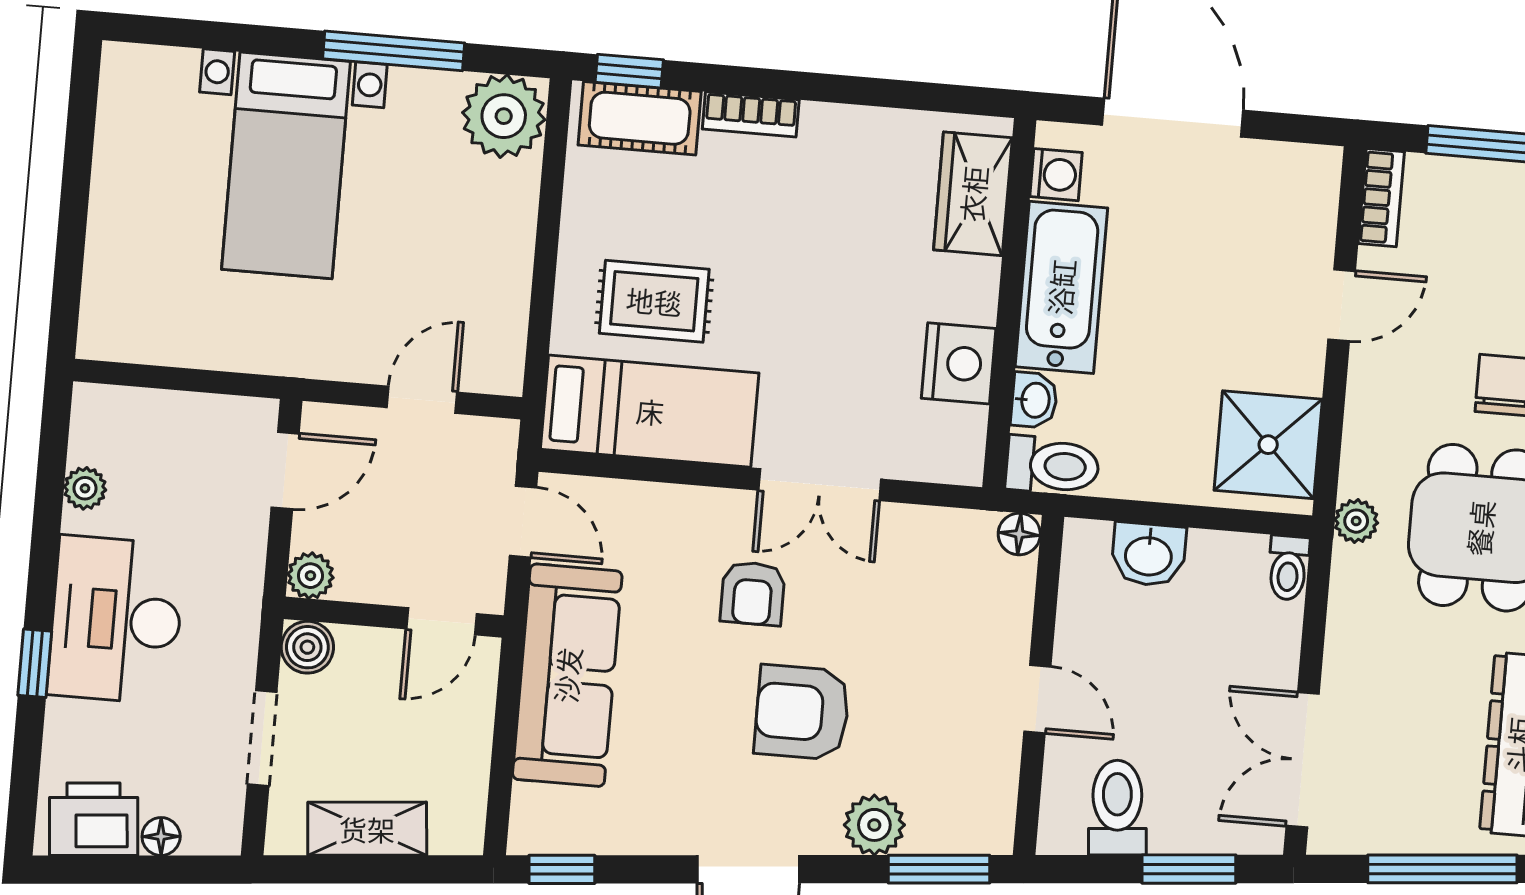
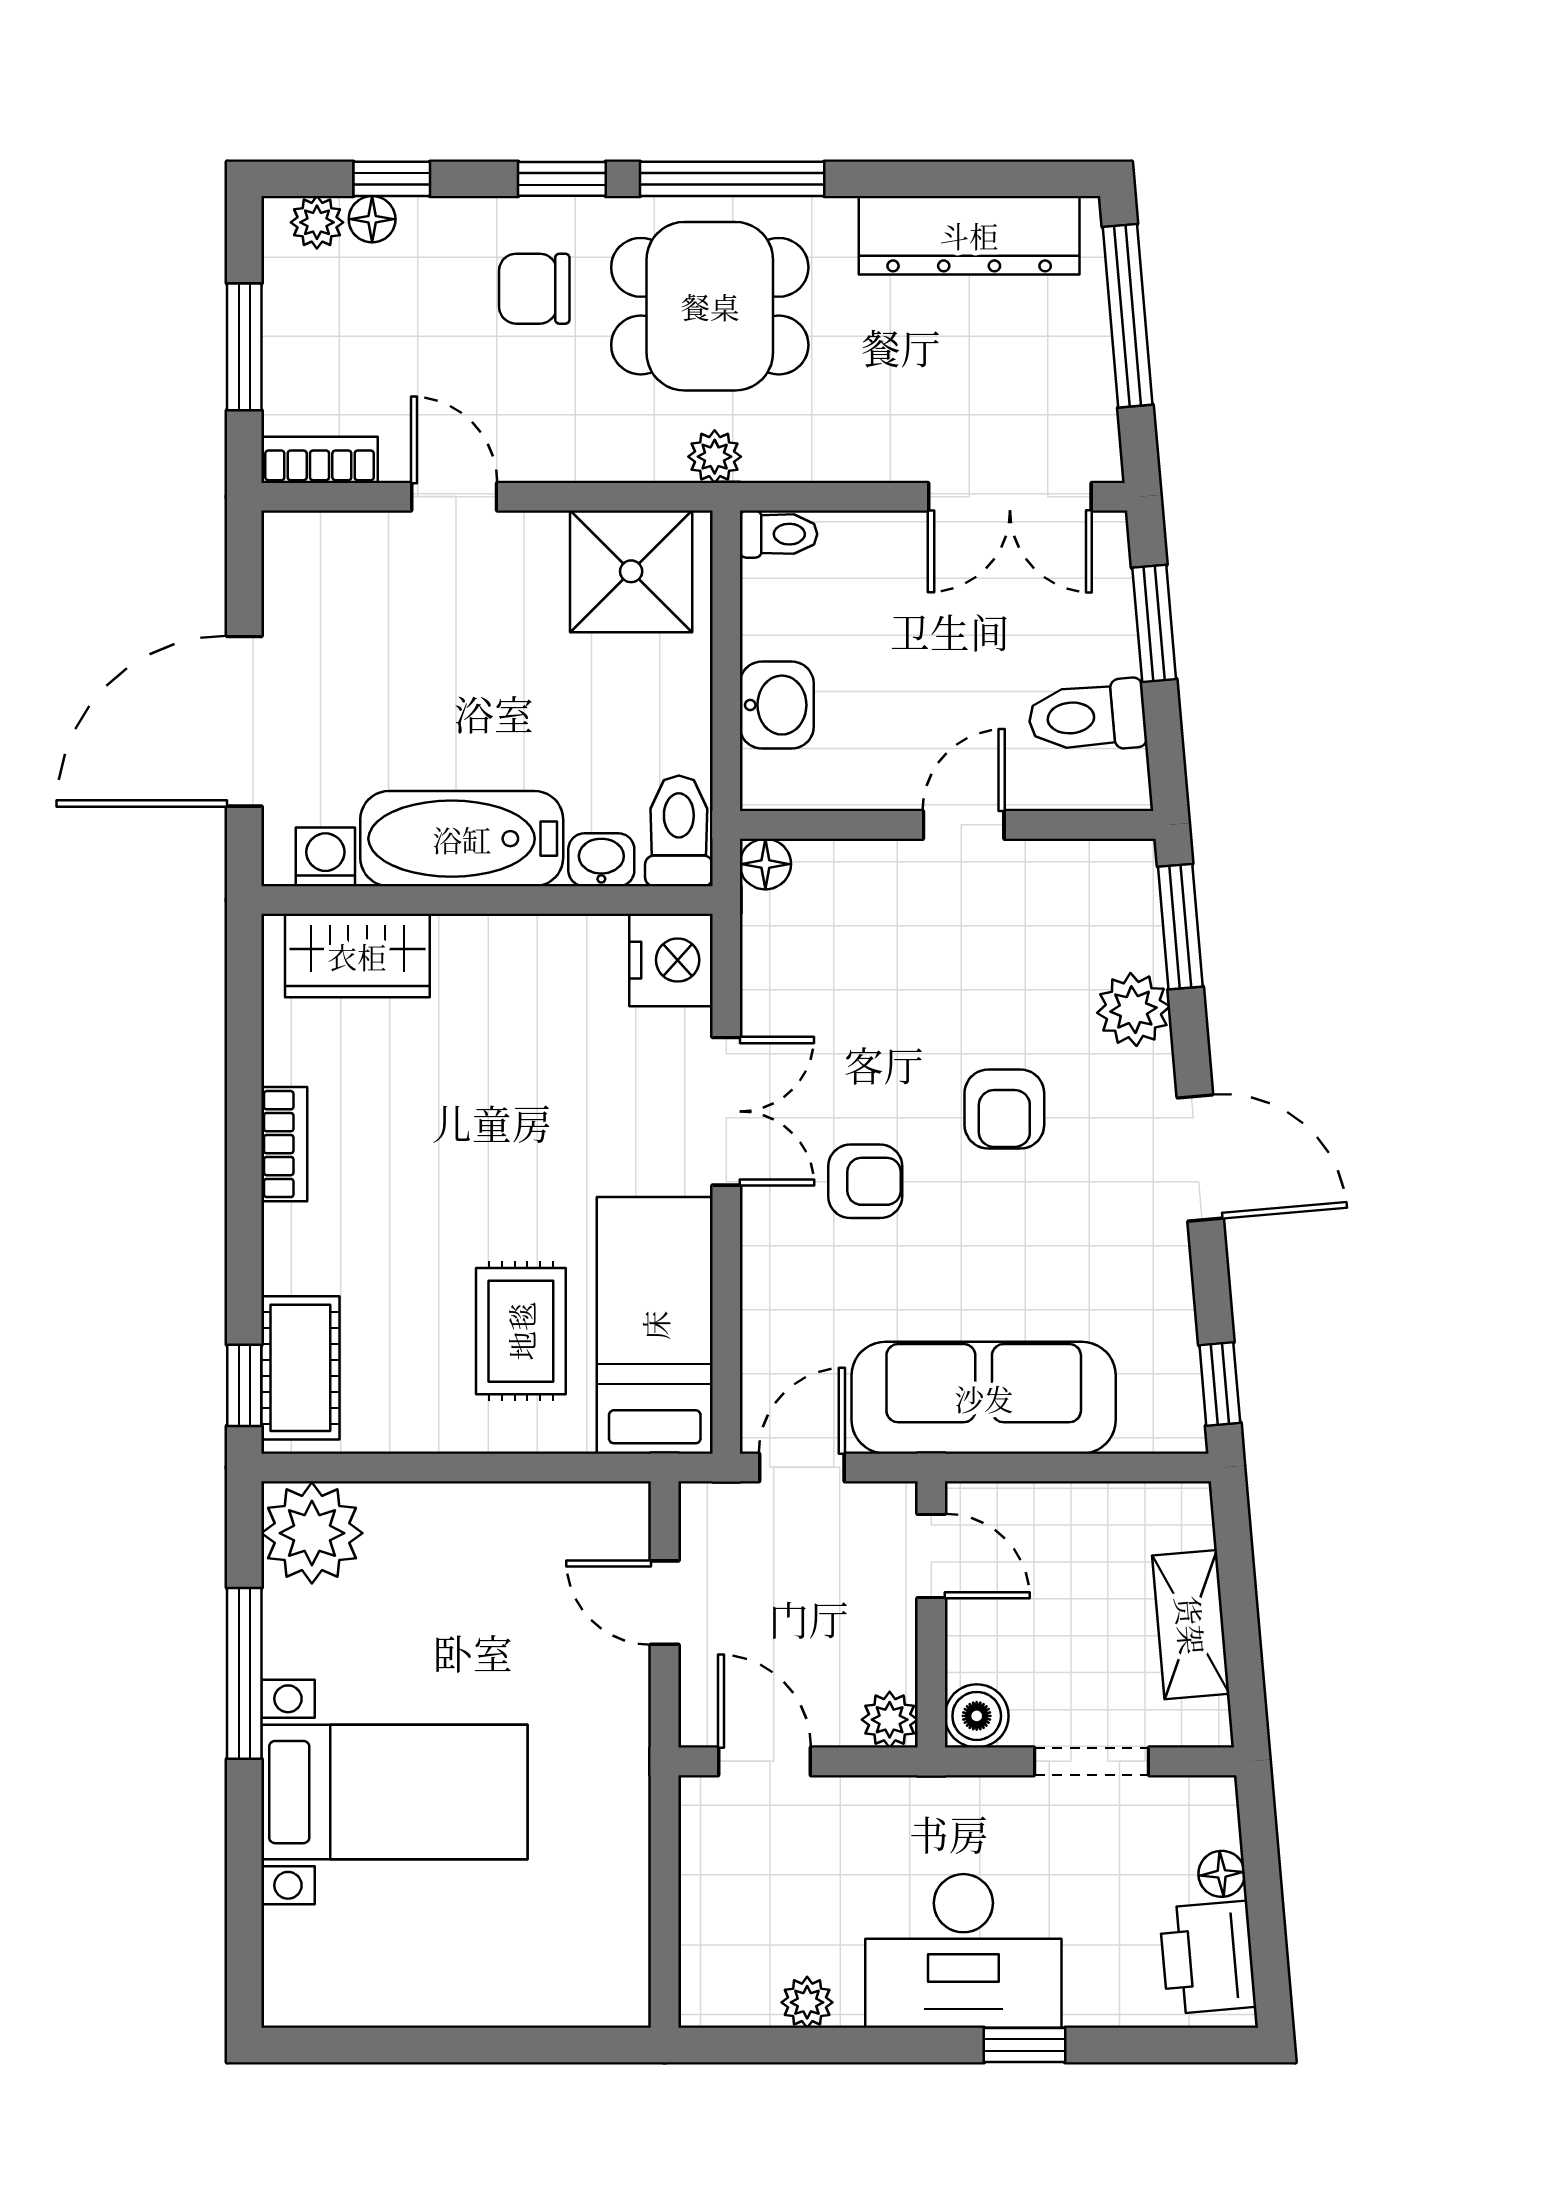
bookcase: (751, 114) -> (284, 1144), moved
nightstand: (959, 363) -> (671, 960), moved, turned 90
armchair: (802, 712) -> (1004, 1109), width x0.72, depth x0.72

